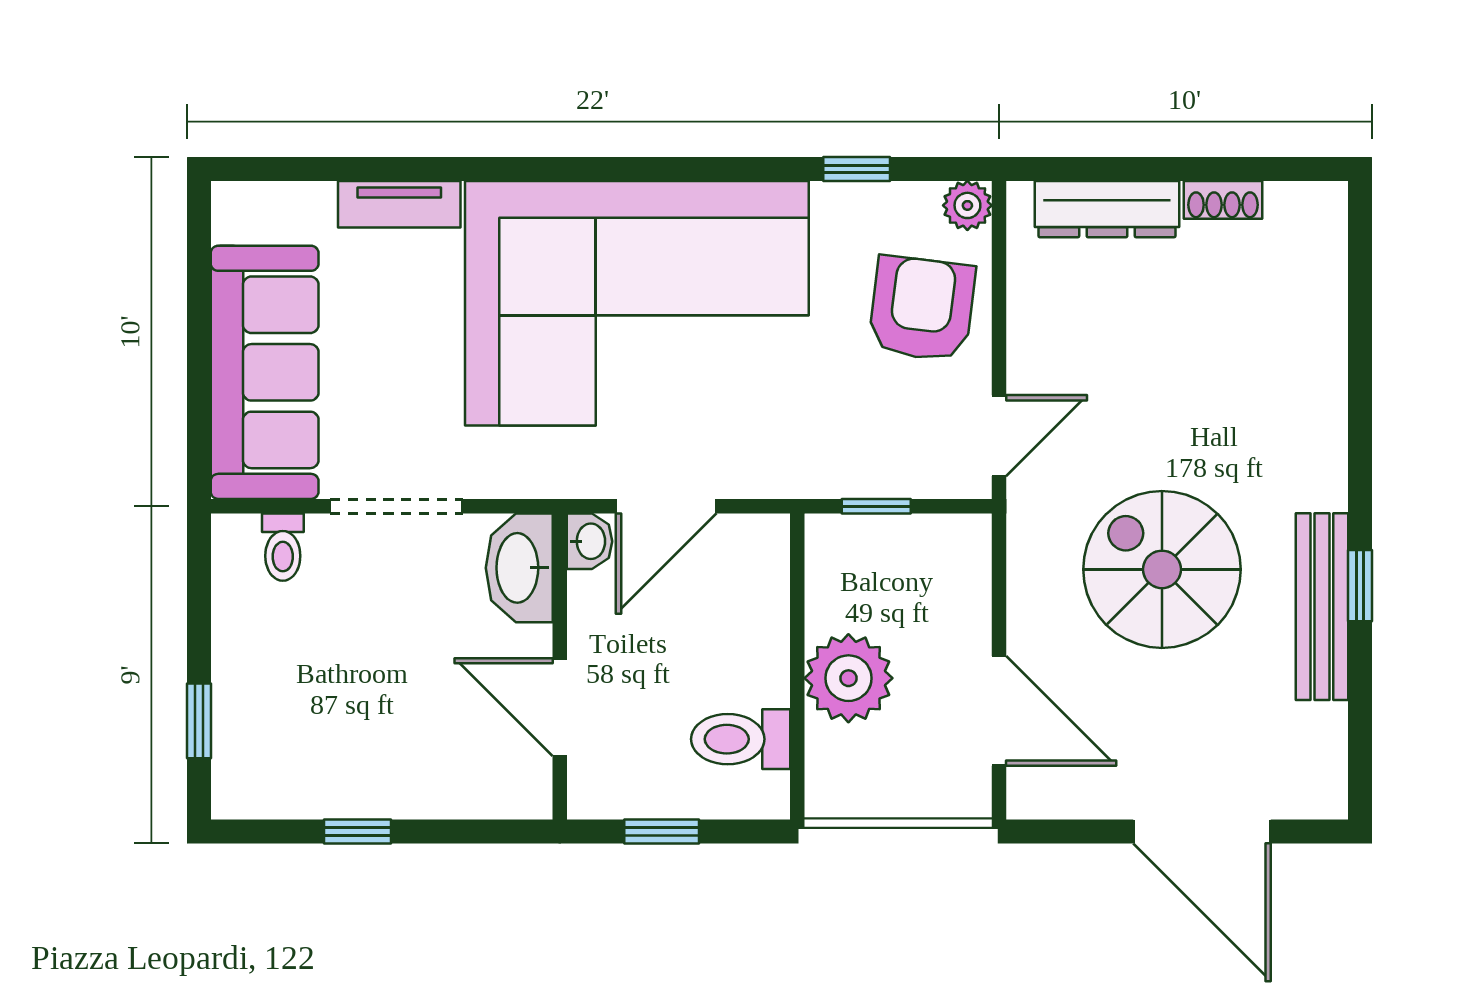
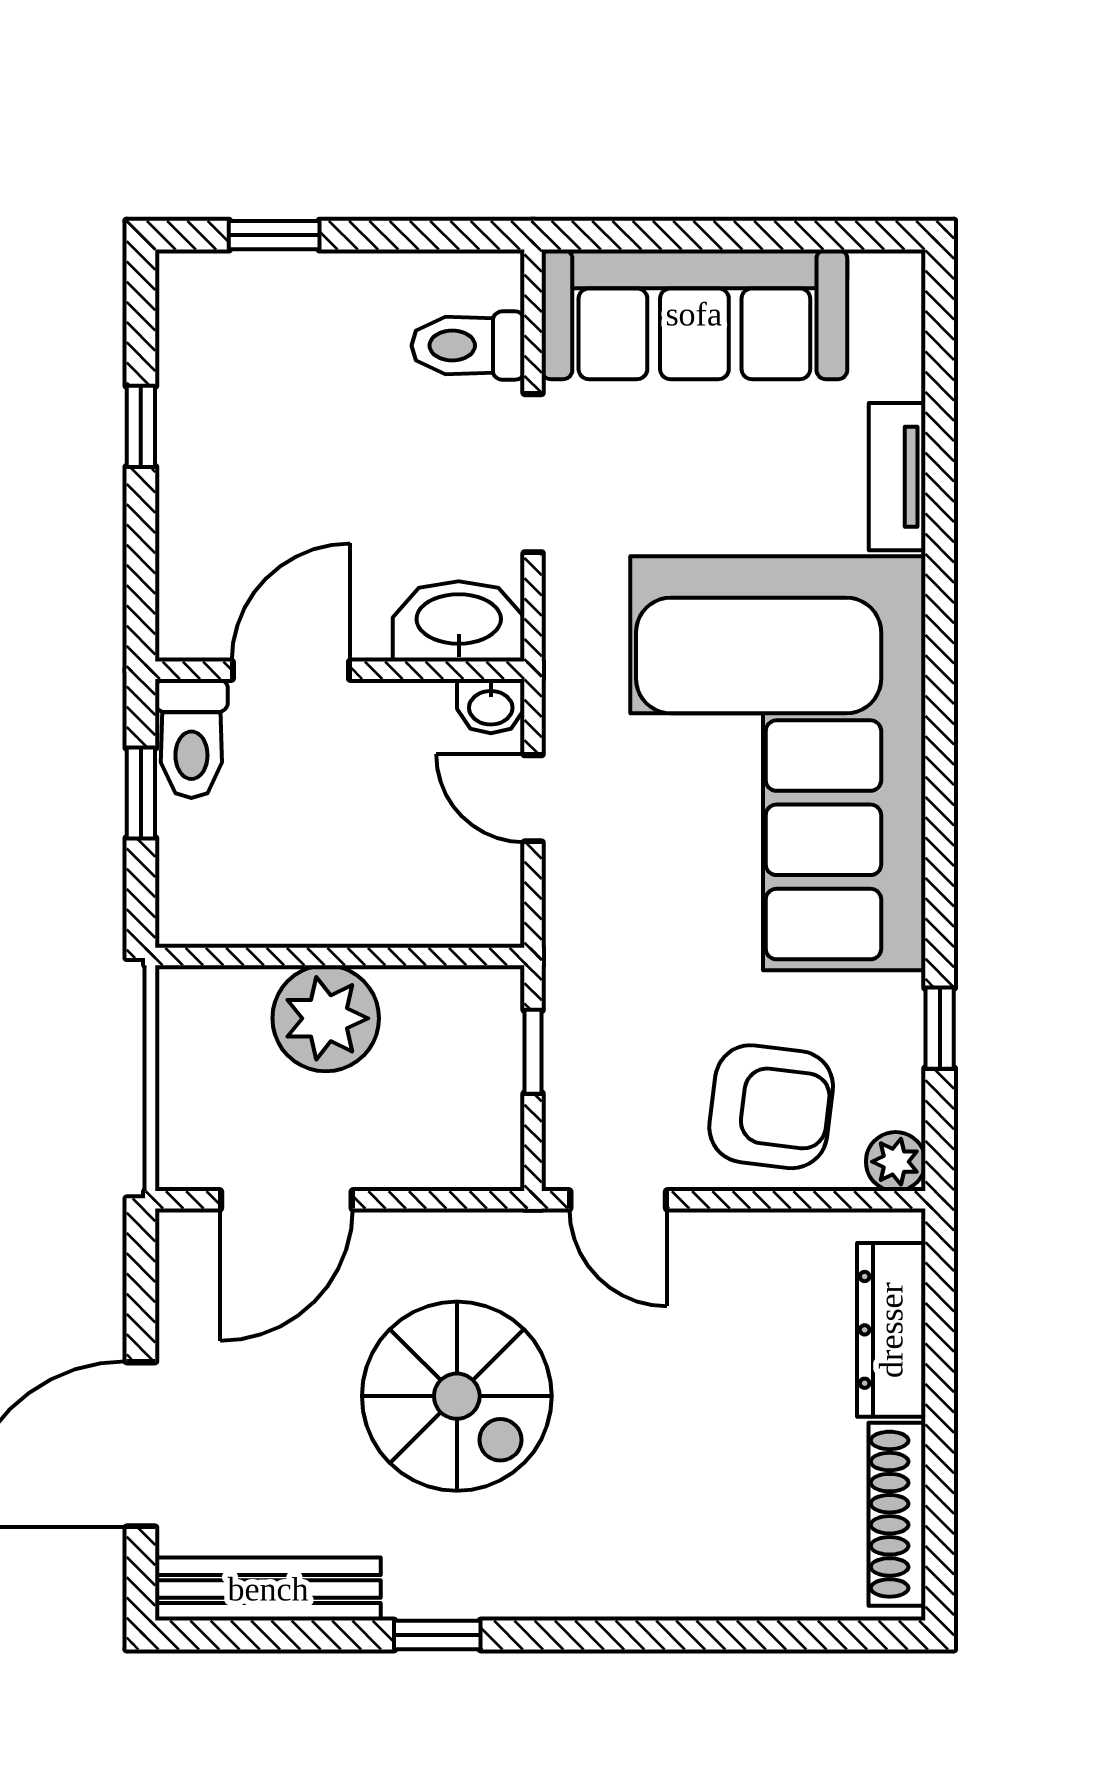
shoe rack: (1223, 200) -> (897, 1514), width x1.94, depth x1.24
door: (666, 506) -> (533, 798), width x0.73
toilet: (283, 547) -> (468, 346), width x1.37, depth x1.39
spiral stairs: (1162, 569) -> (457, 1396), turned 90
bench: (1322, 607) -> (268, 1589), moved
toilet: (741, 739) -> (191, 739), moved, turned 180

